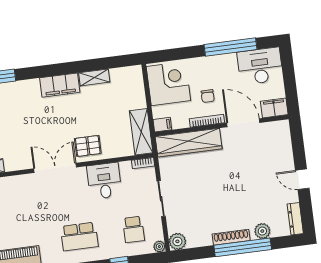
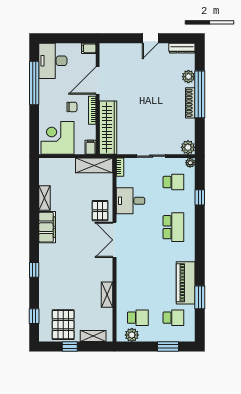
filing cabinet: (274, 108) -> (89, 48), width x0.50

